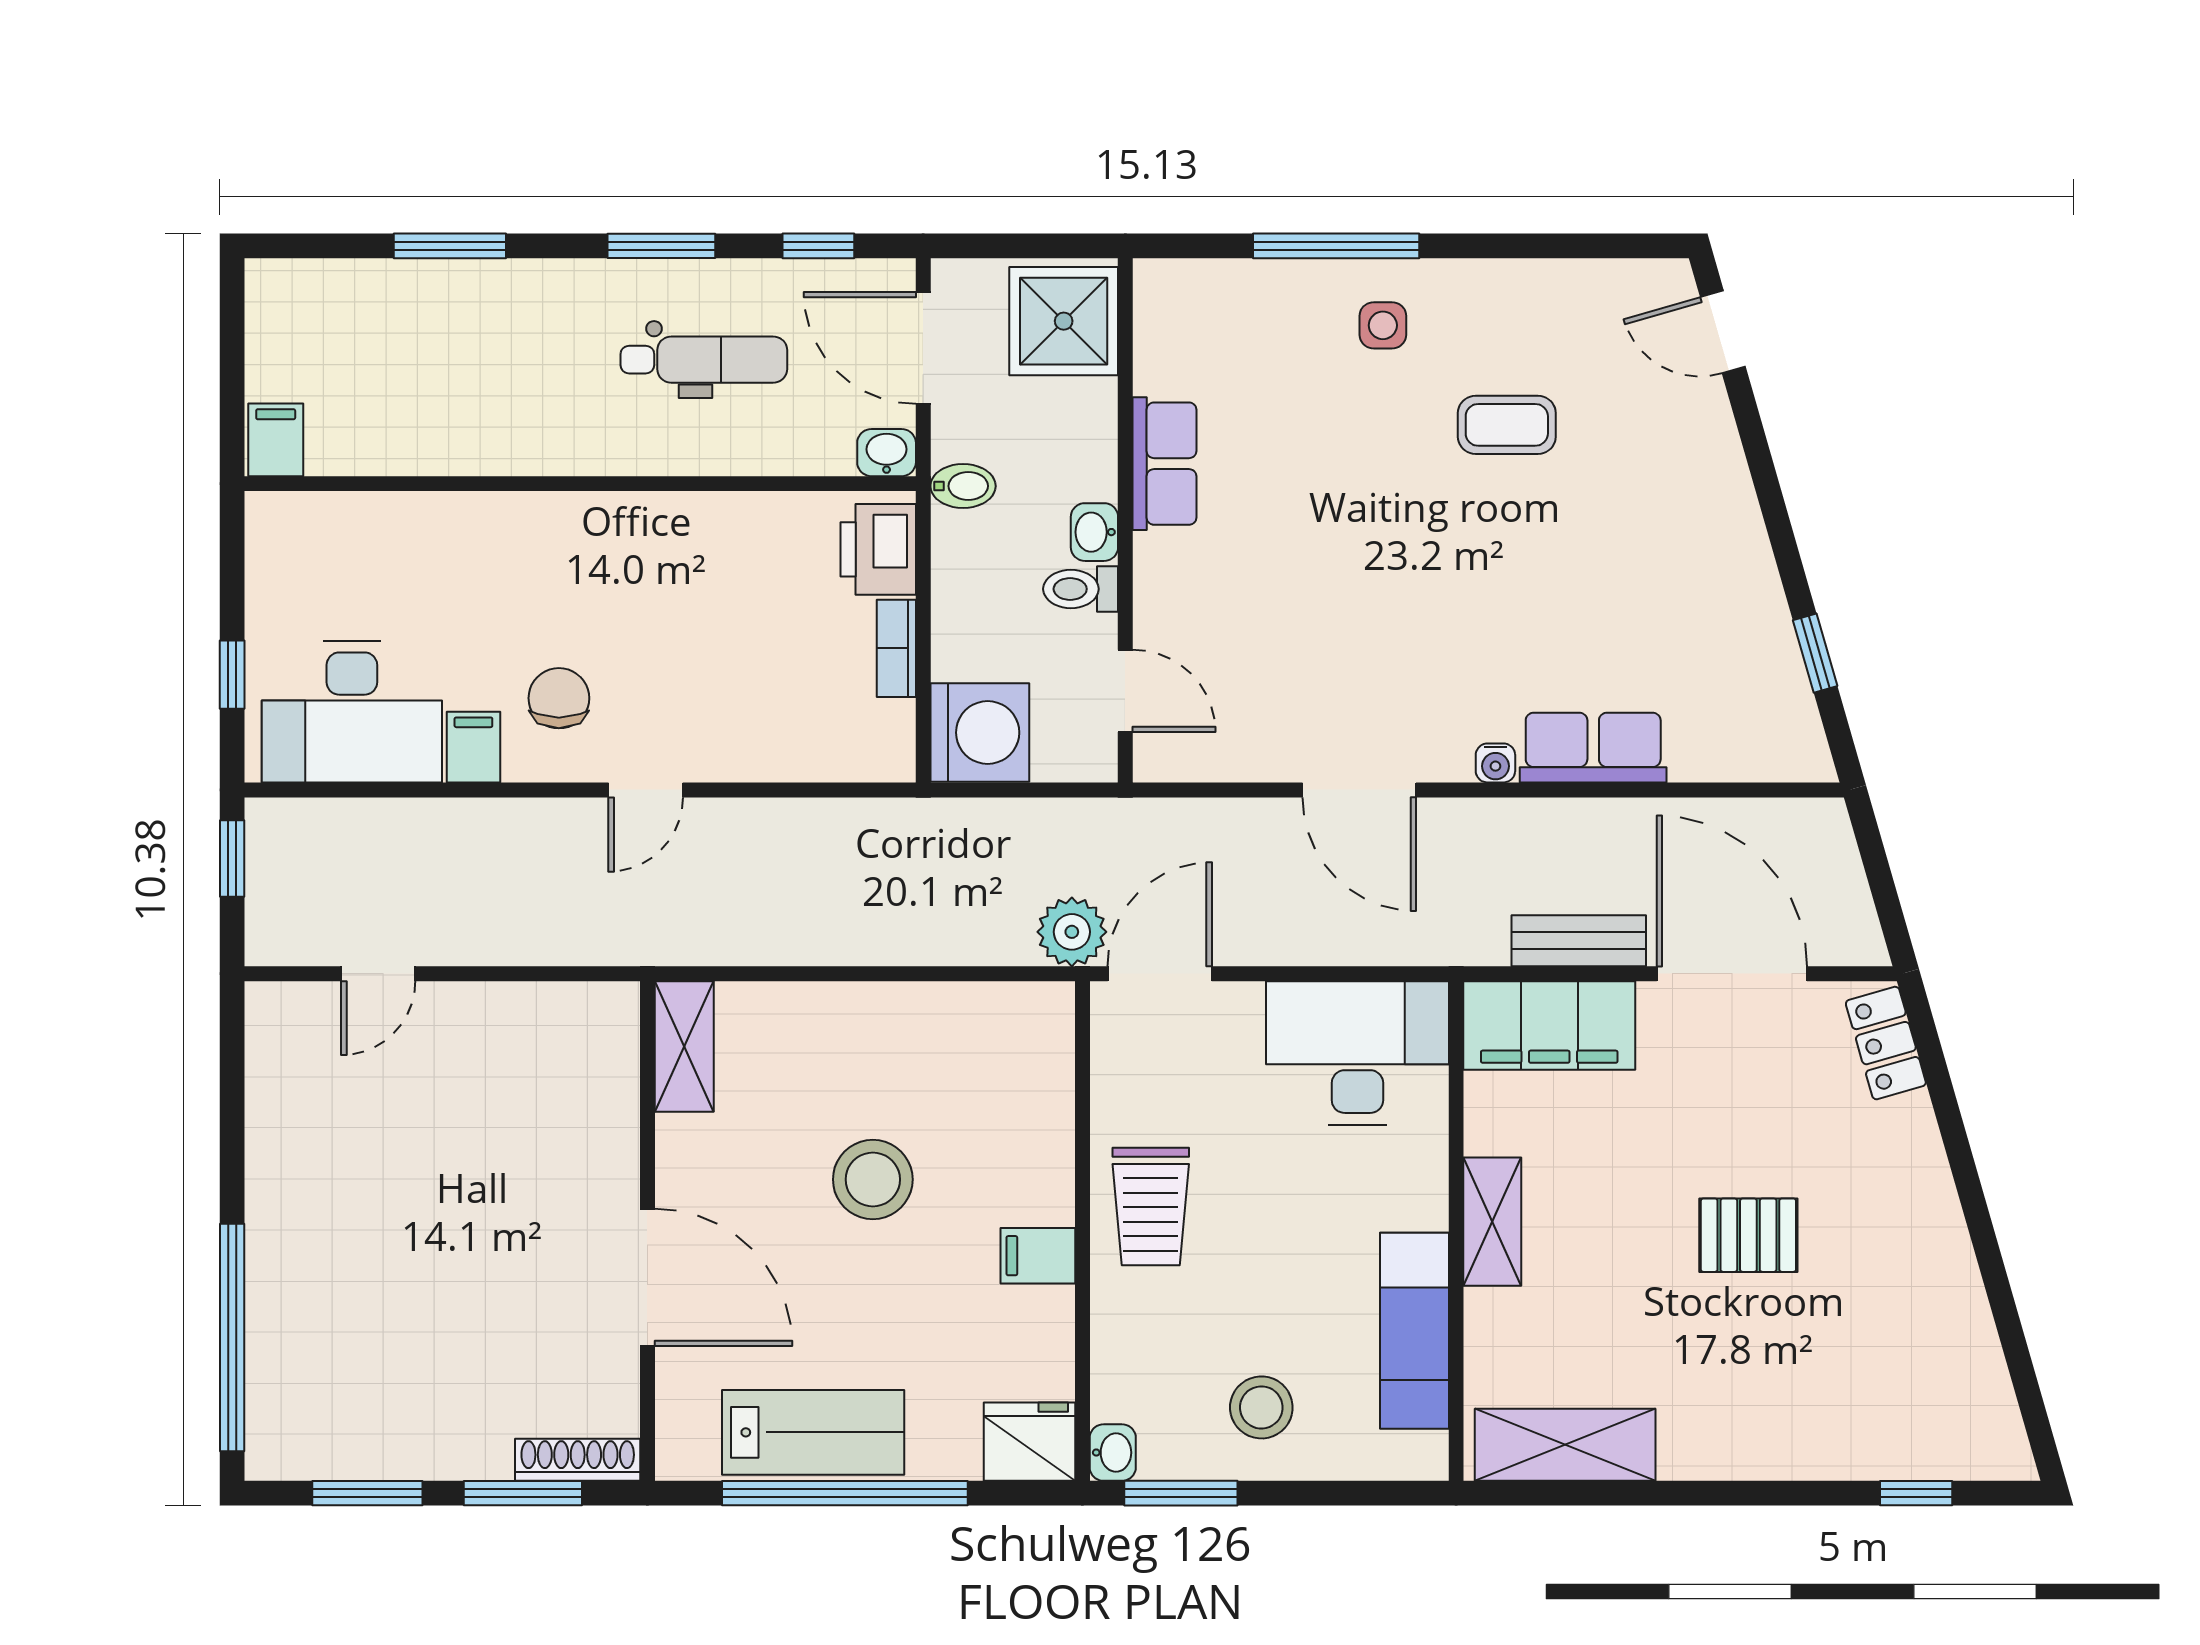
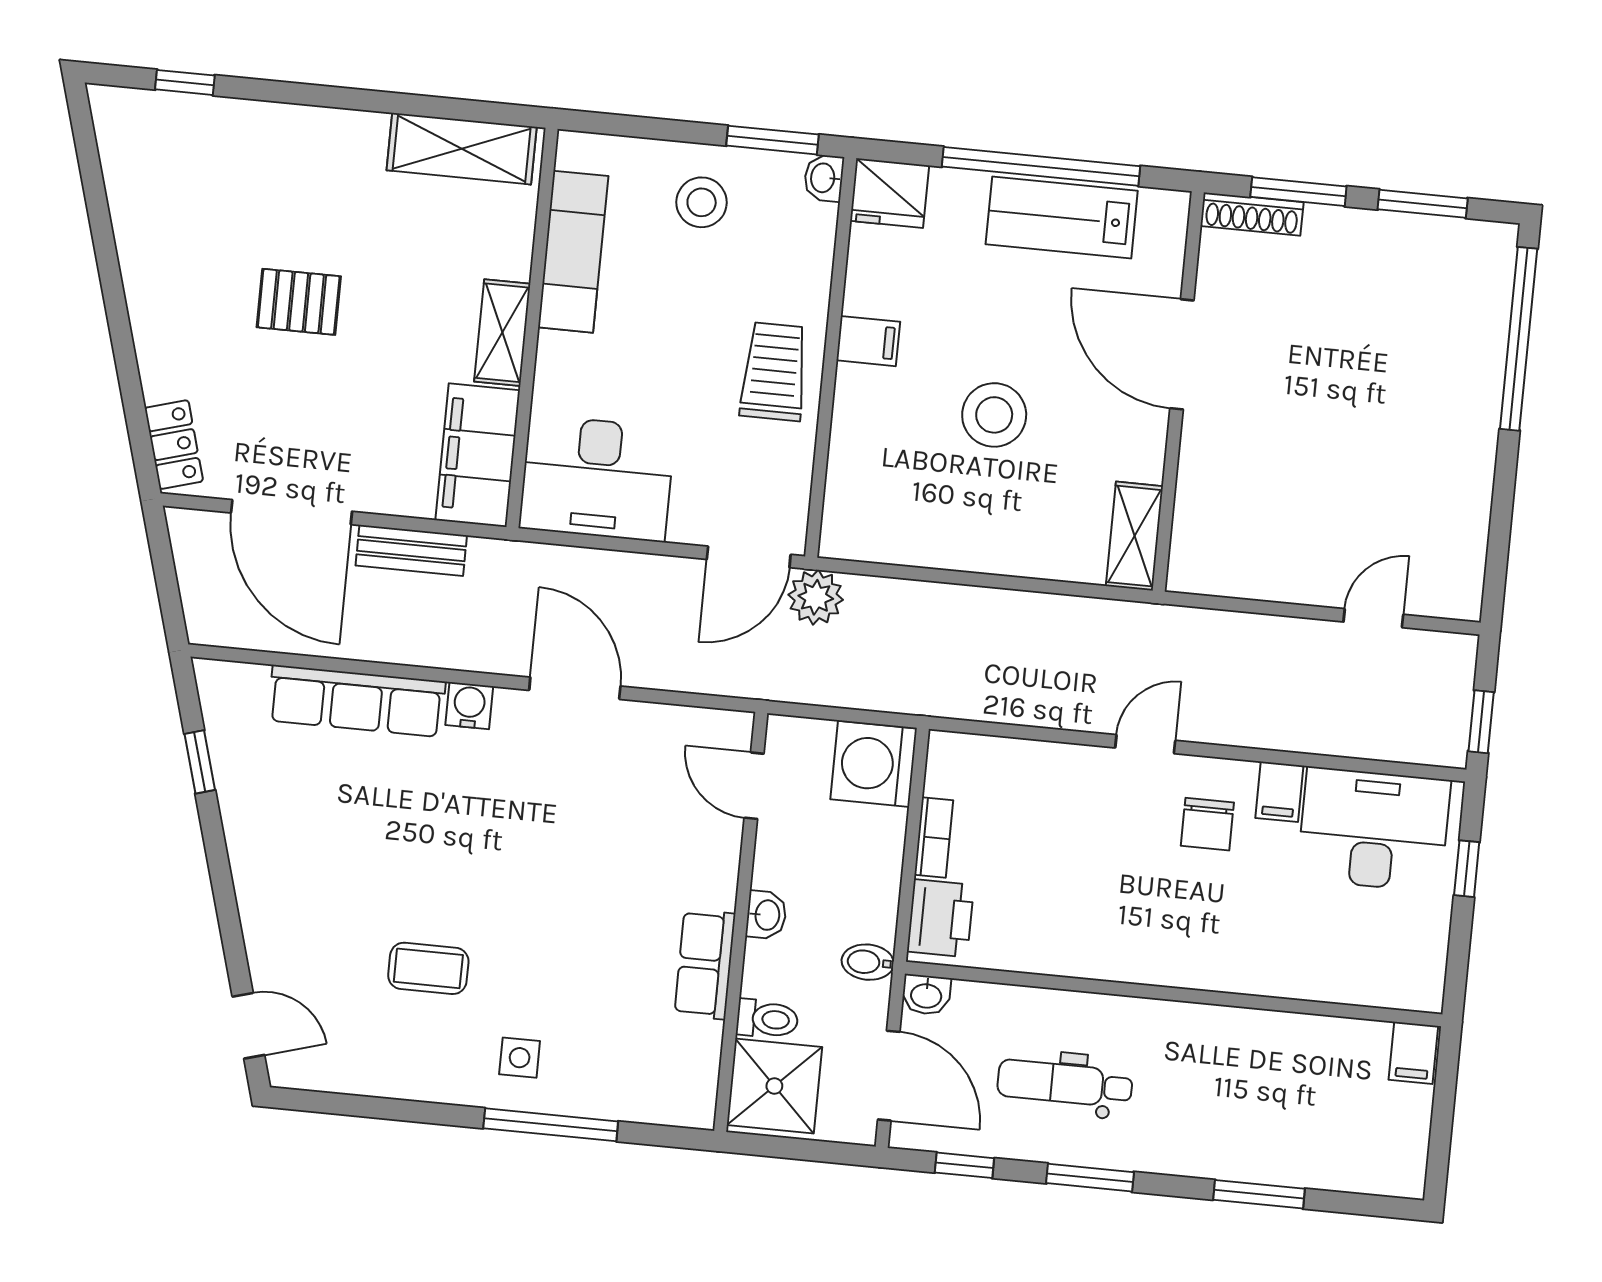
toilet: (1081, 589) -> (767, 1019), moved
row of seats: (1593, 748) -> (357, 701), width x1.48
water cooler: (1495, 763) -> (469, 706), width x1.38, depth x1.38
filing cabinet: (1549, 1026) -> (478, 455), moved, turned -90

